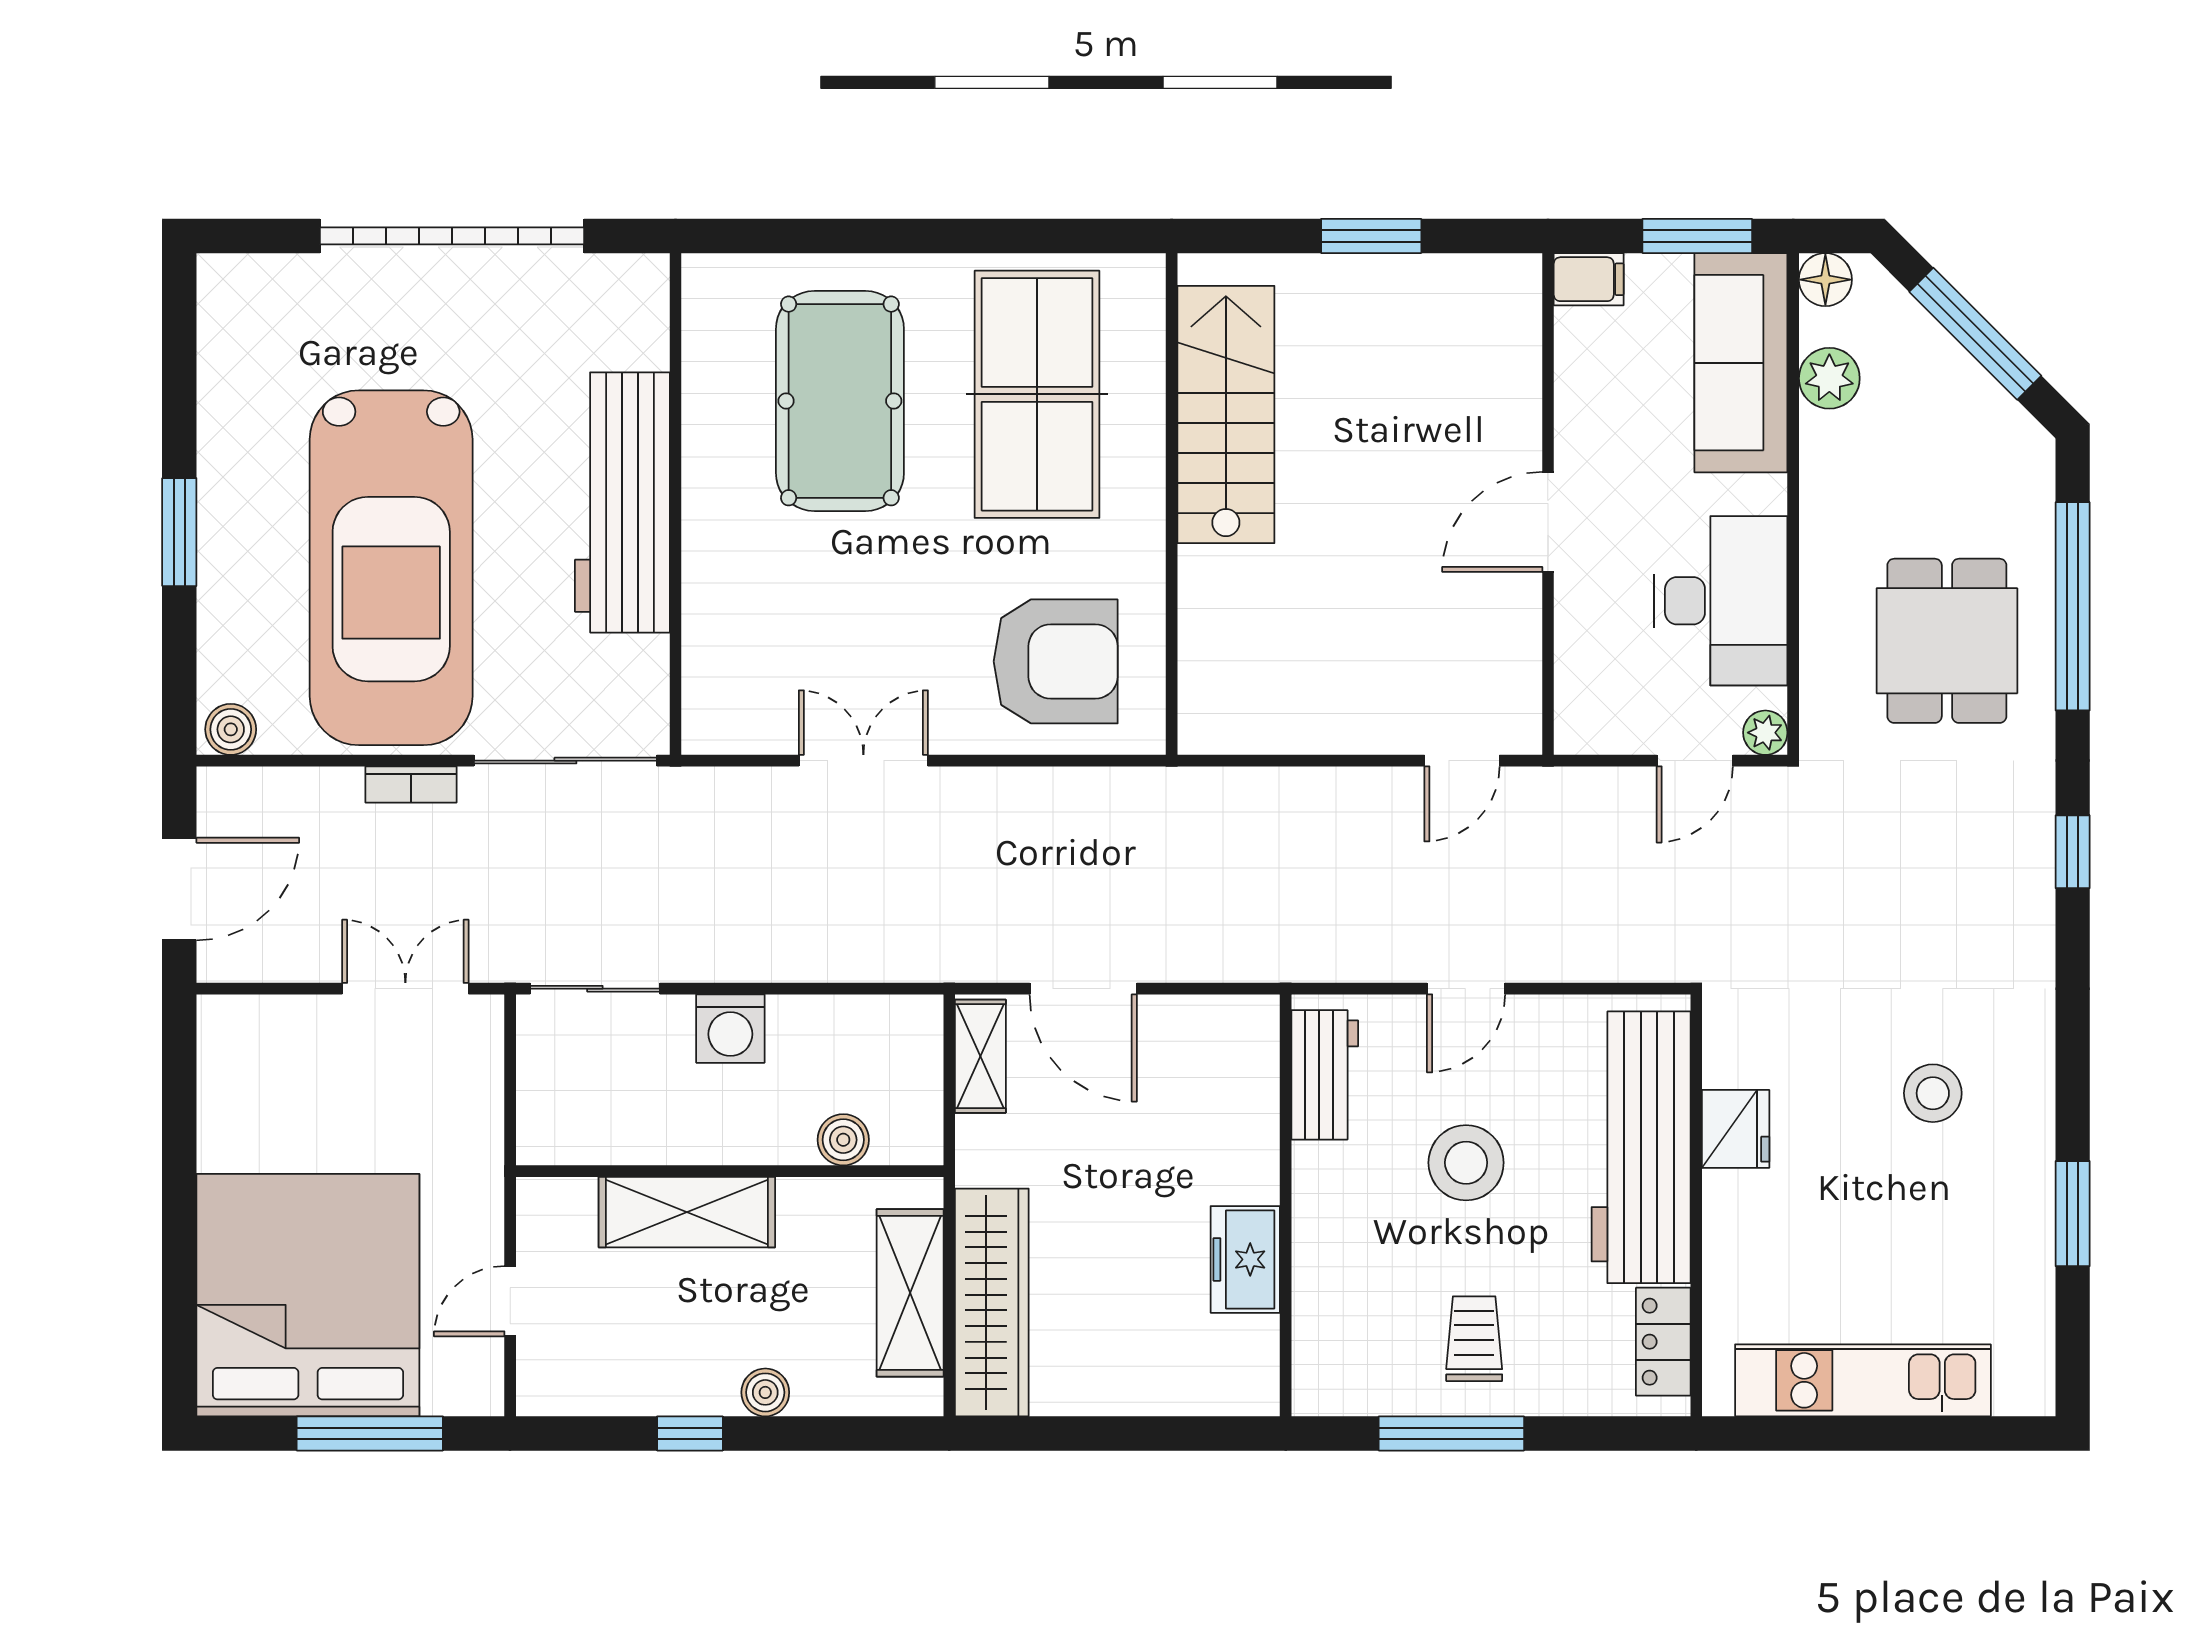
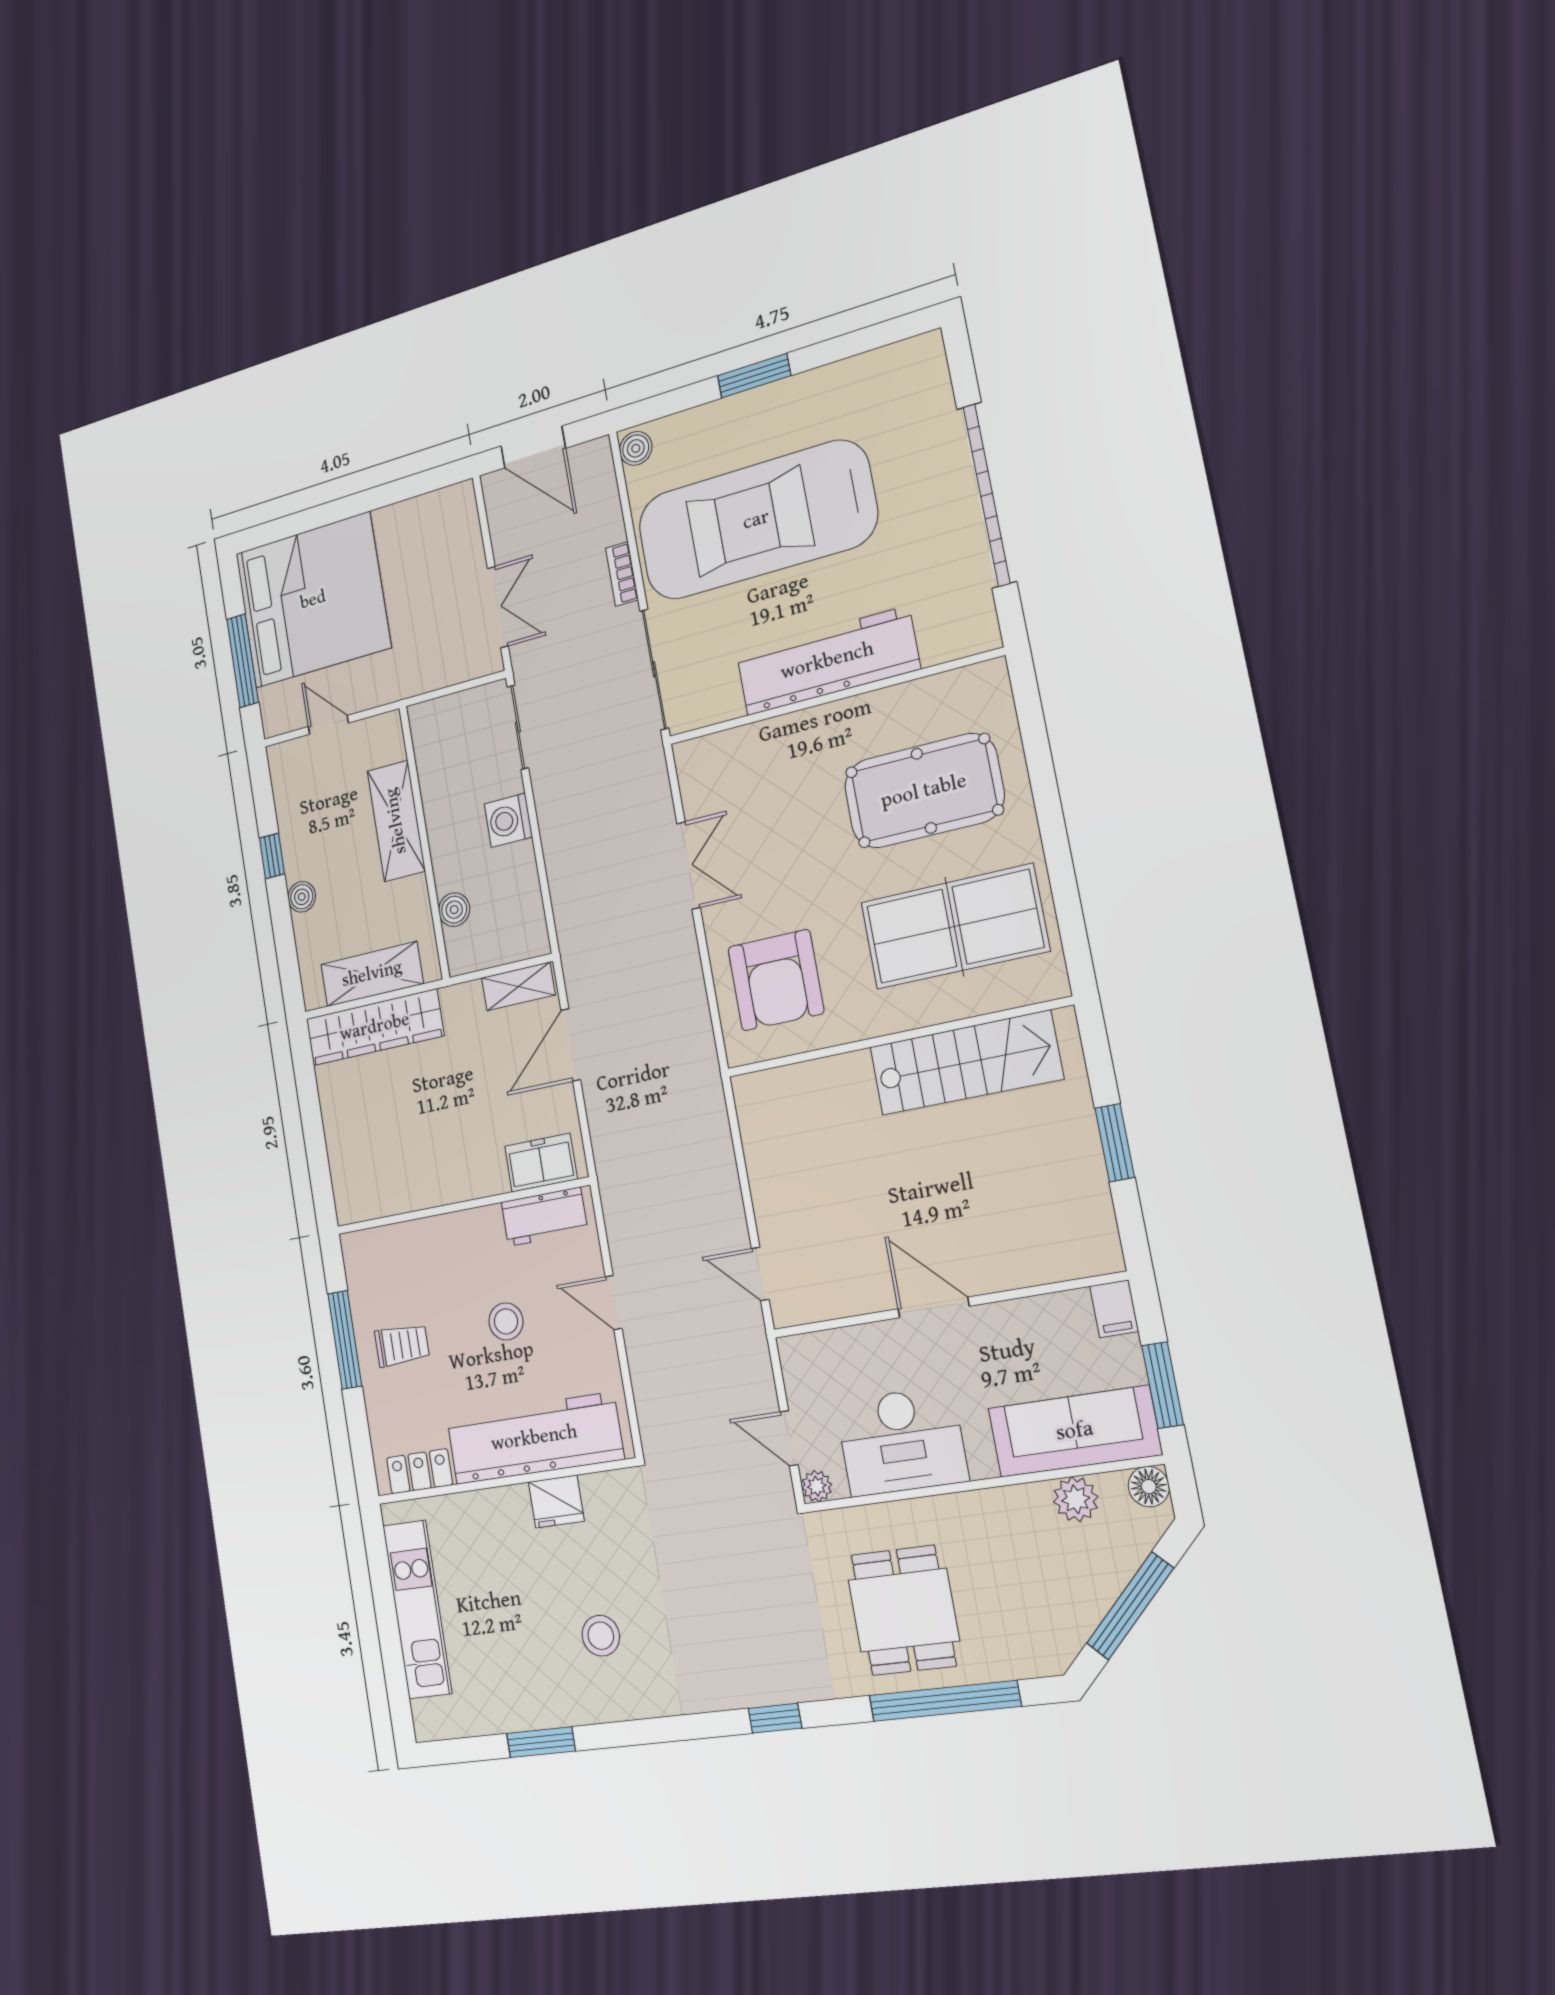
dining table: (1947, 641) -> (904, 1610), turned 90
stool: (1466, 1163) -> (506, 1321), width x0.73, depth x0.73
freezer: (1245, 1259) -> (541, 1163), moved

